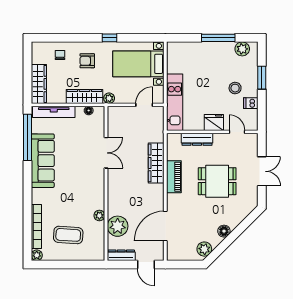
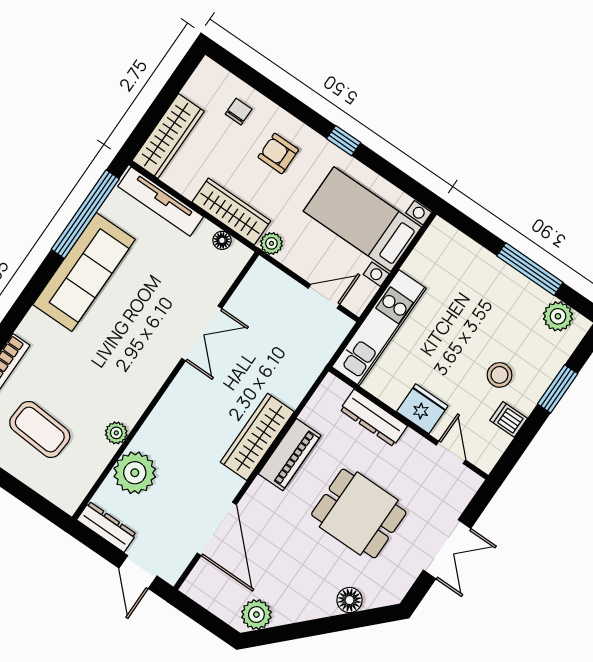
wardrobe: (156, 163) -> (257, 437), moved
door: (165, 226) -> (217, 529), swing flipped
floor lamp: (224, 231) -> (350, 600), moved

